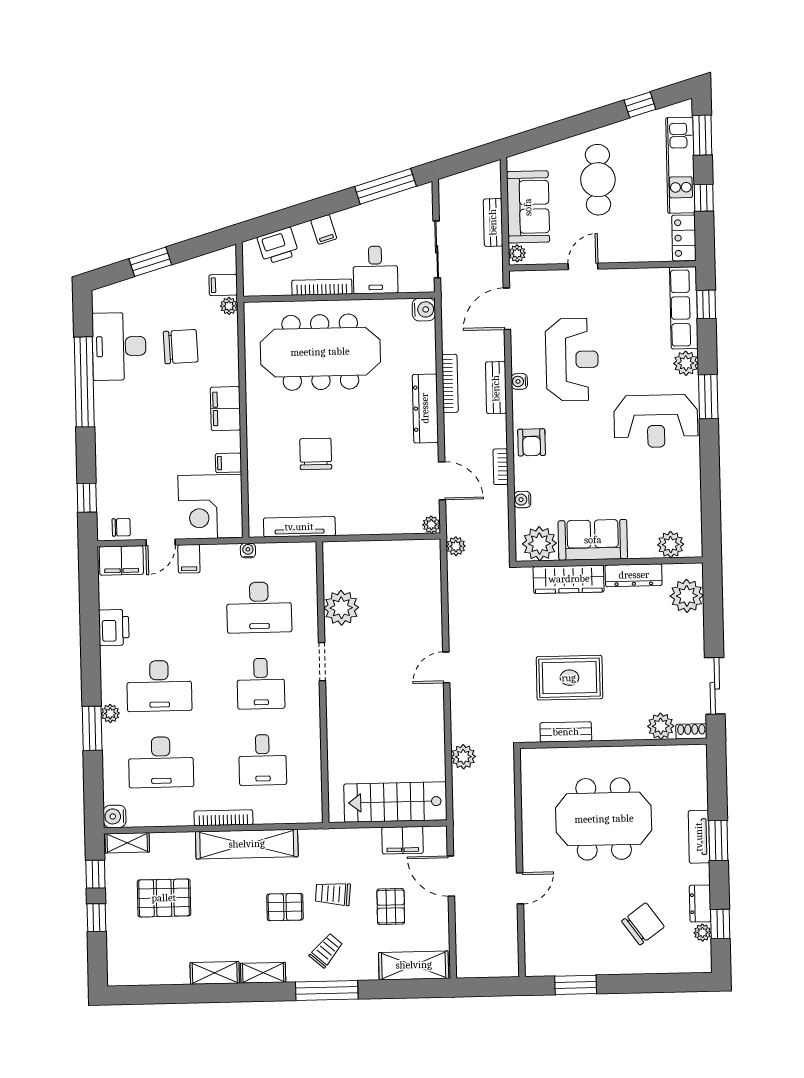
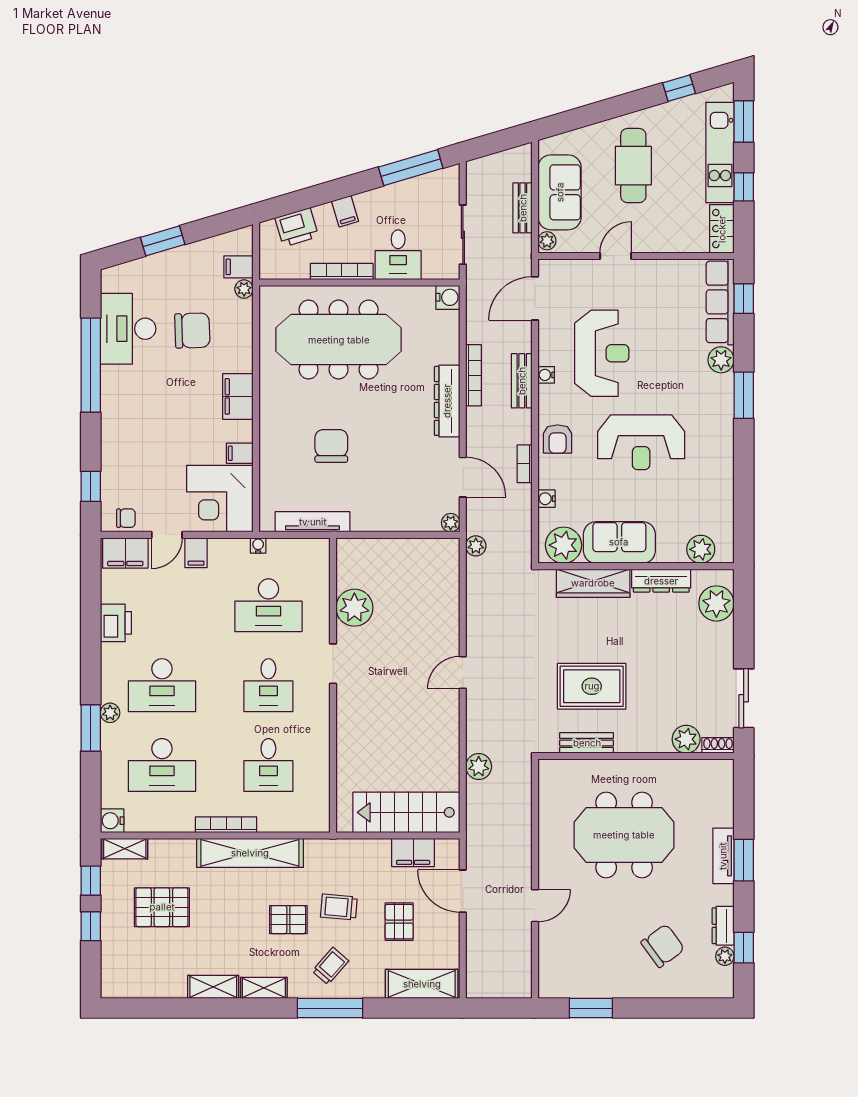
reception desk: (656, 421) -> (641, 442), moved

